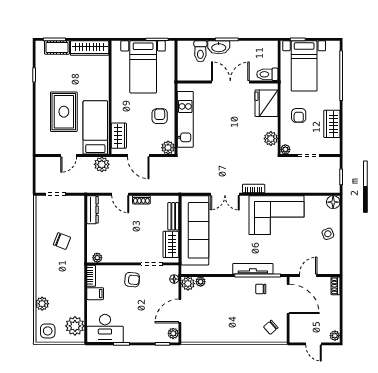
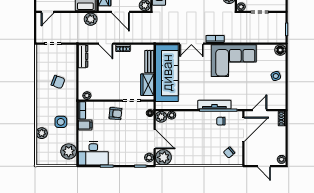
door: (69, 156) -> (48, 12), moved
door: (288, 299) -> (243, 129), hinge flipped
door: (180, 311) -> (155, 139), swing flipped
side table: (48, 331) -> (61, 122), moved
plant: (191, 333) -> (163, 157), added

